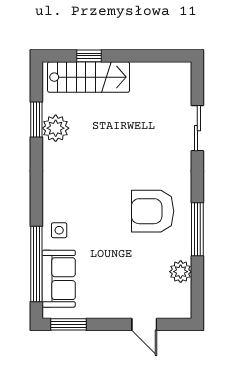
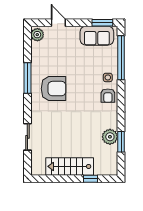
stairs: (89, 77) -> (70, 166), moved
armchair: (59, 199) -> (108, 96), added
plant: (181, 272) -> (37, 35), moved
sofa: (59, 279) -> (97, 36), moved, turned -90

